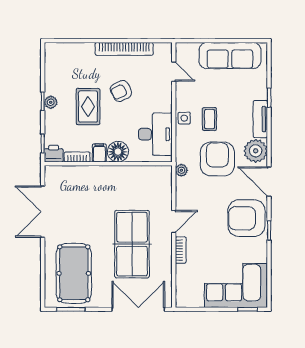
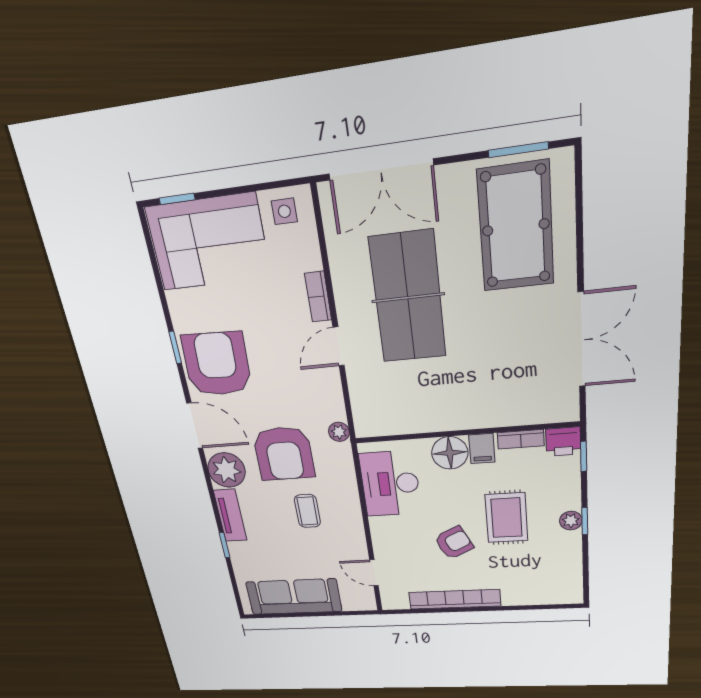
side table: (184, 118) -> (284, 211), moved
armchair: (246, 218) -> (217, 364), turned -88

